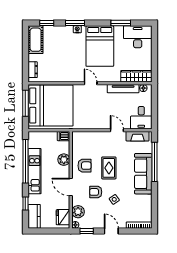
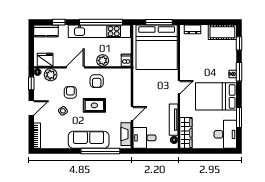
kitchen unit: (35, 171) -> (99, 31), width x1.36

